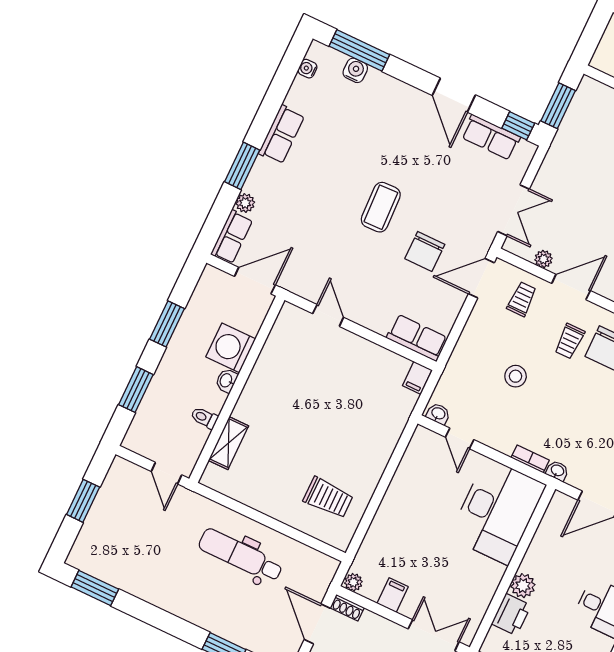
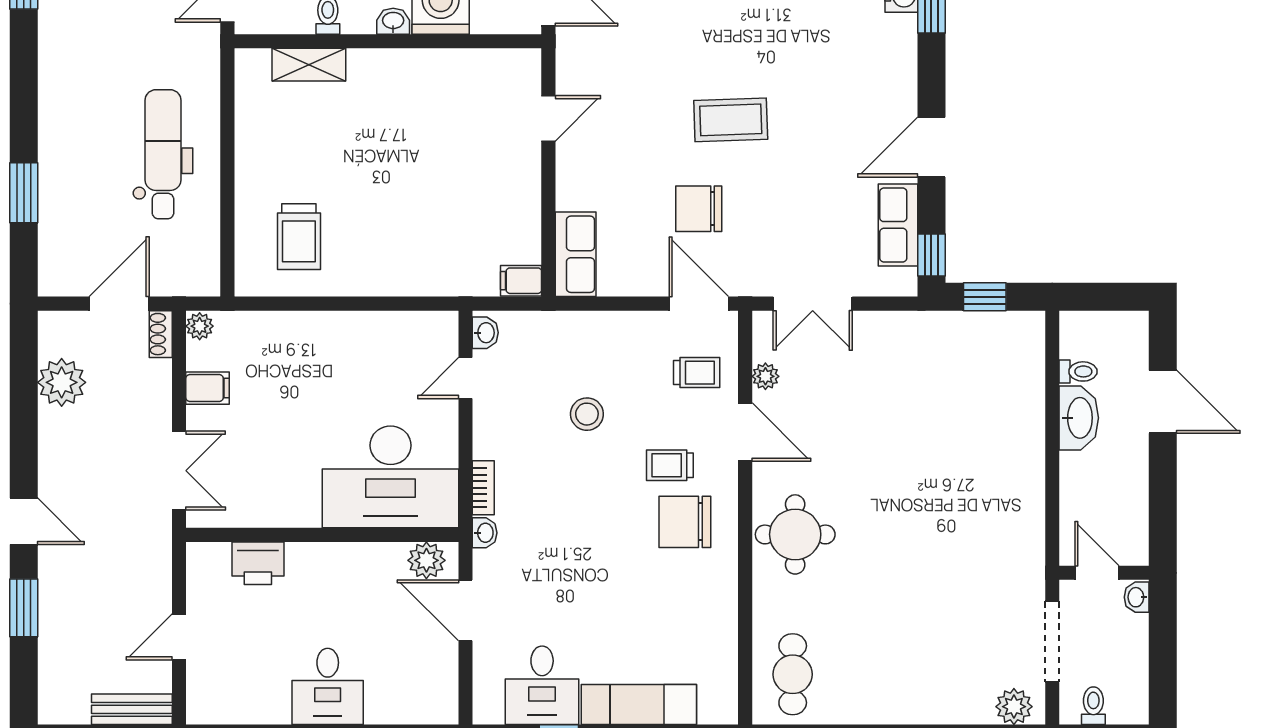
window: (558, 106) -> (985, 297), width x0.67
plant: (523, 586) -> (426, 560), moved

